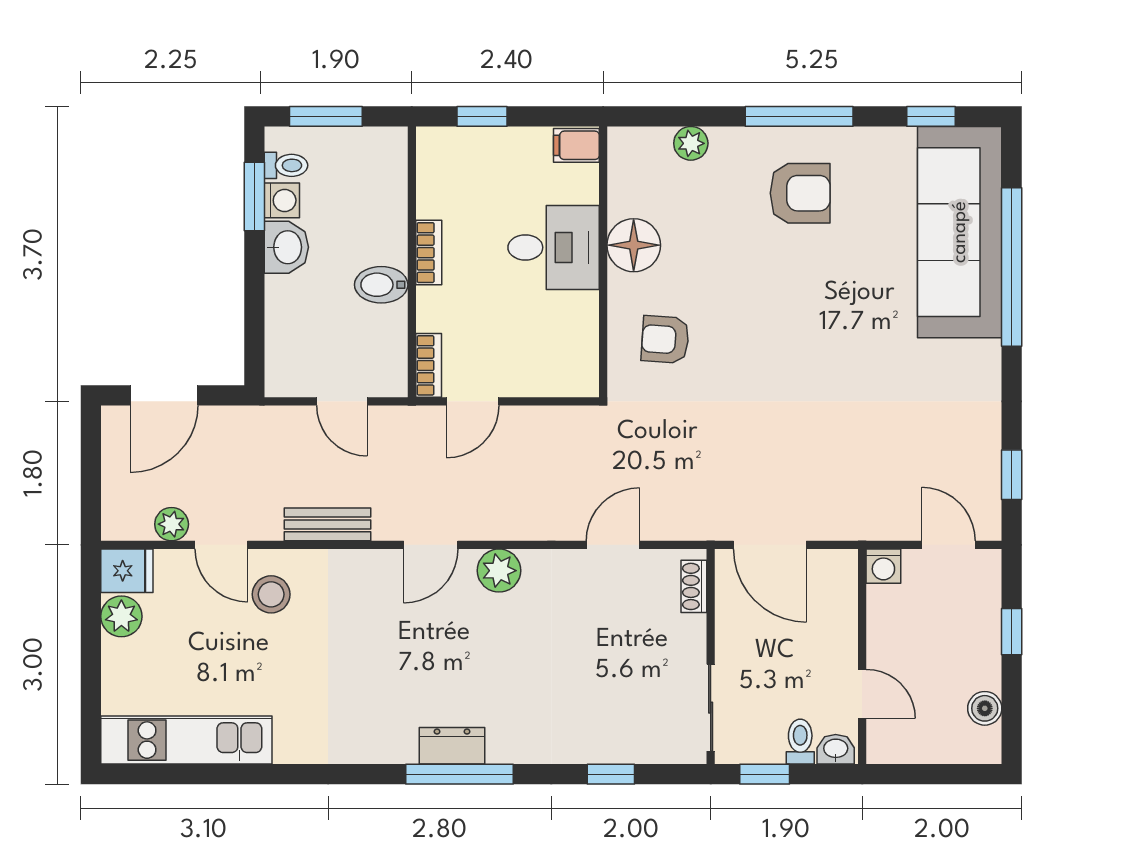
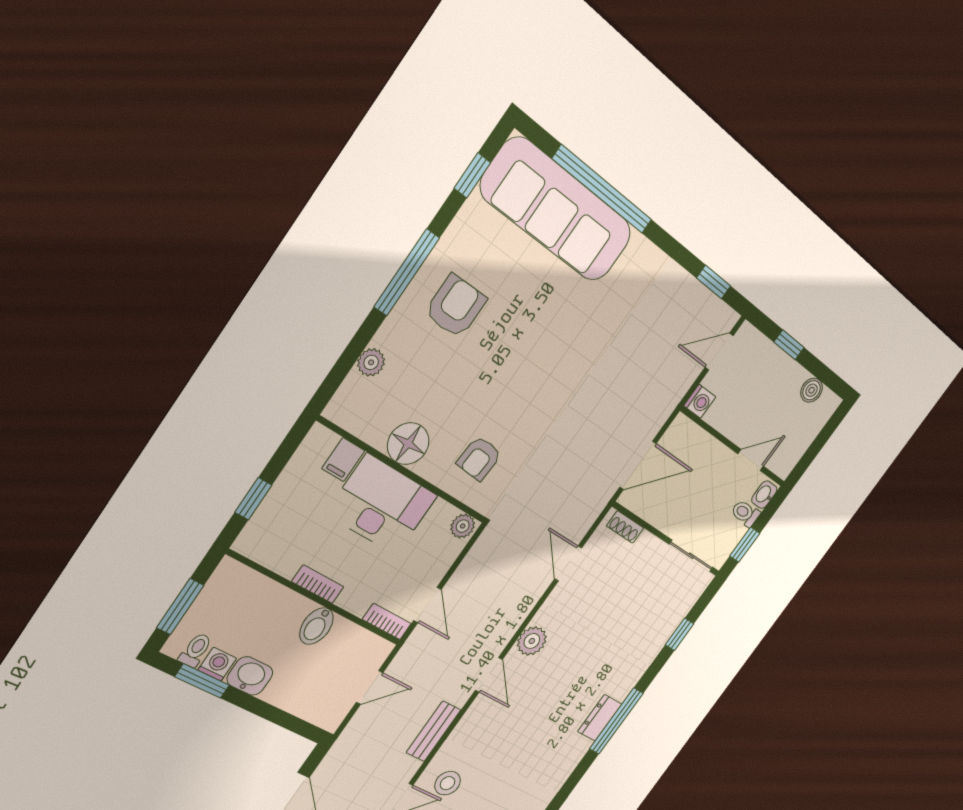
filing cabinet: (576, 145) -> (343, 460), moved
desk: (554, 247) -> (382, 505), width x1.37
plant: (583, 377) -> (463, 526), added

